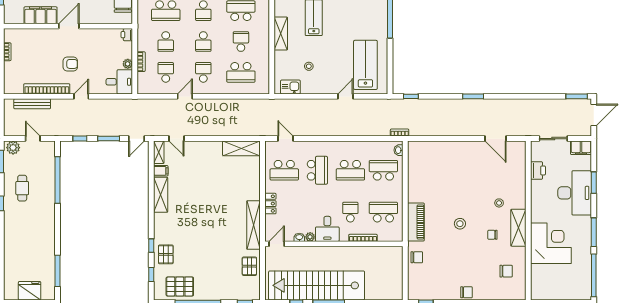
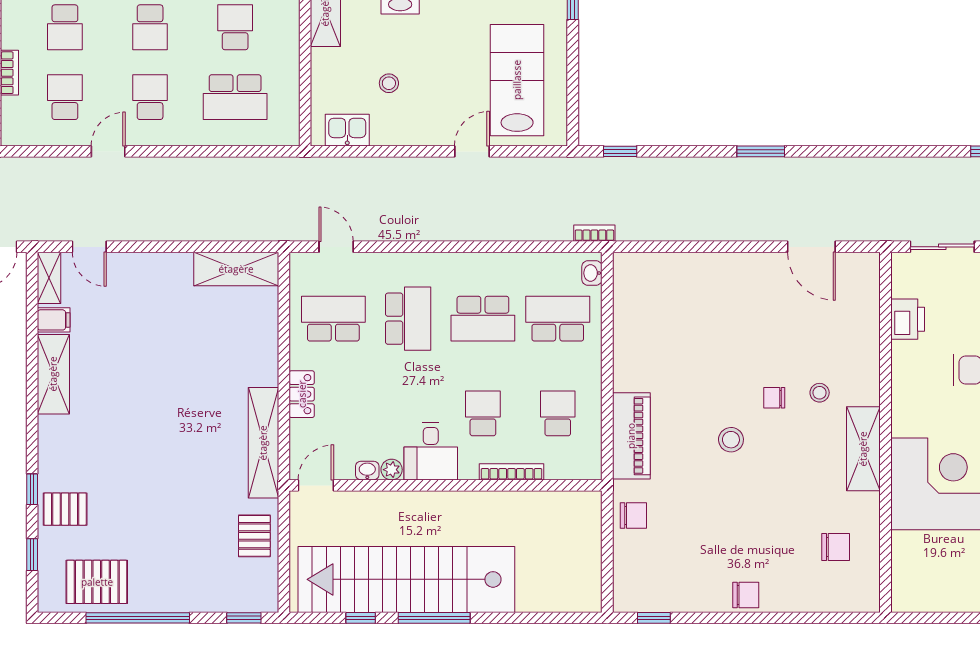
school desk: (284, 170) -> (333, 319), turned 180
school desk: (383, 212) -> (558, 413), width x0.54
chair: (492, 235) -> (774, 398), moved
pallet: (166, 254) -> (65, 509), turned 90

